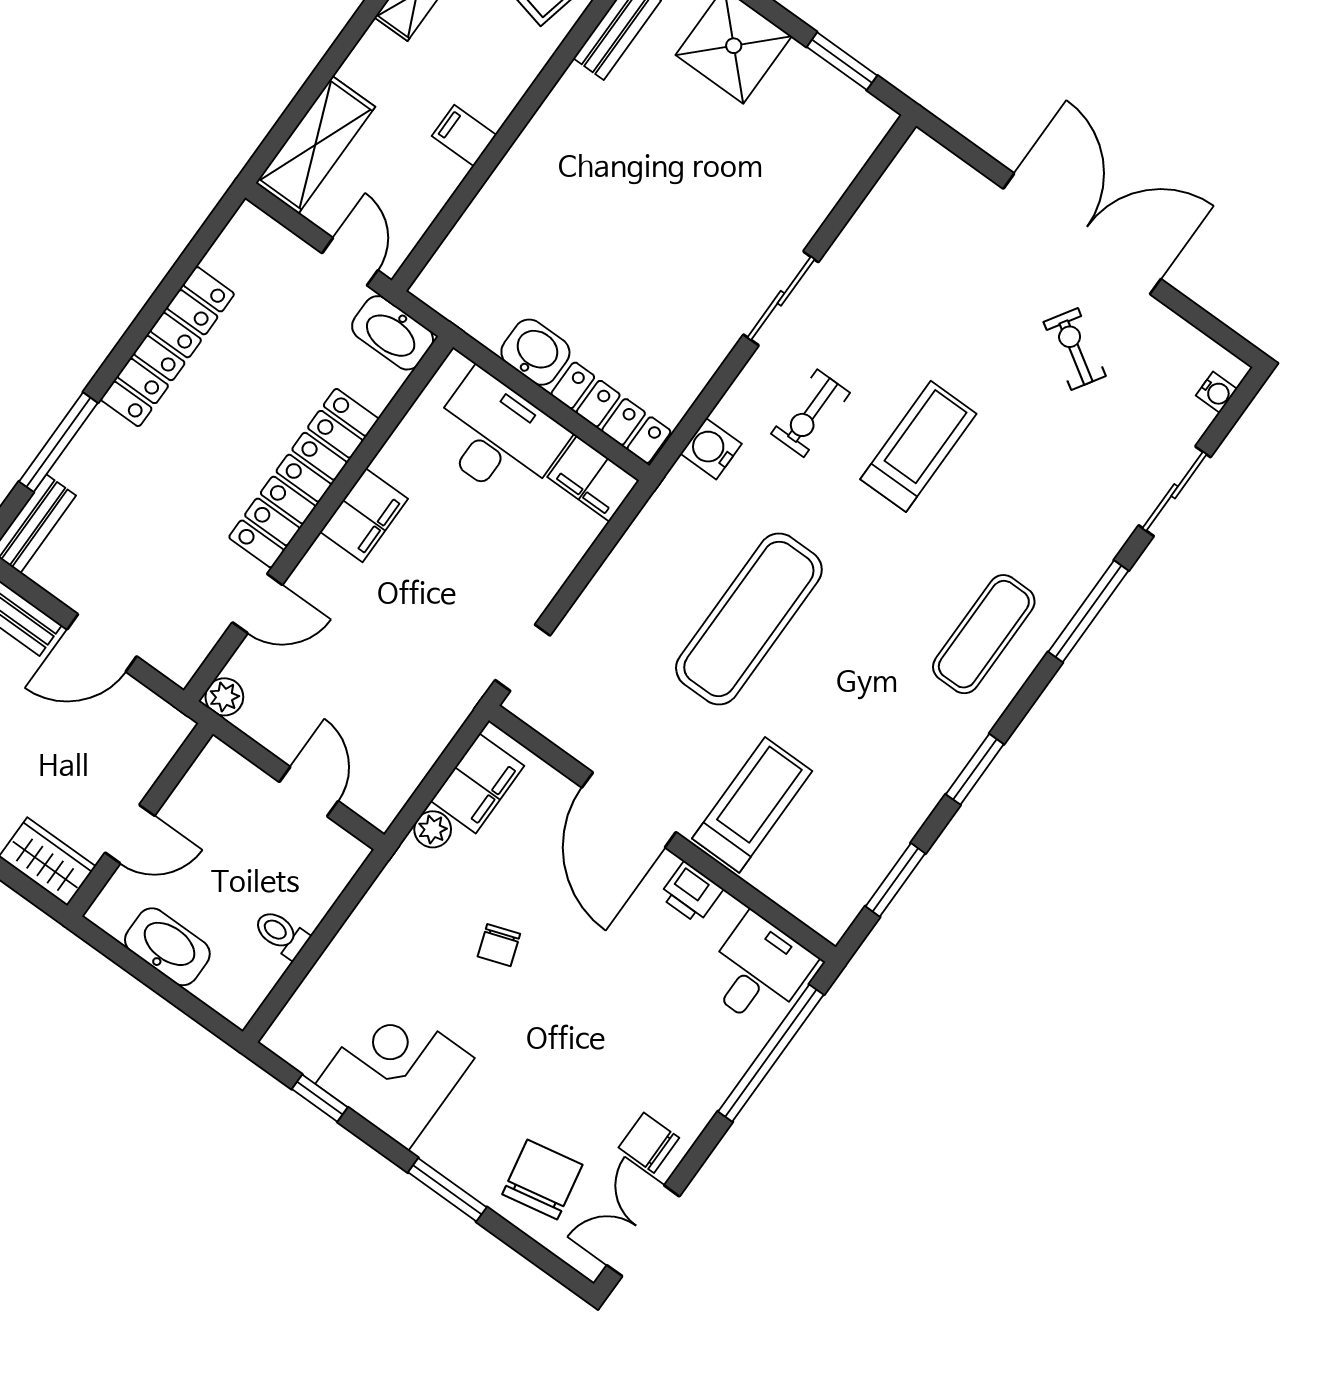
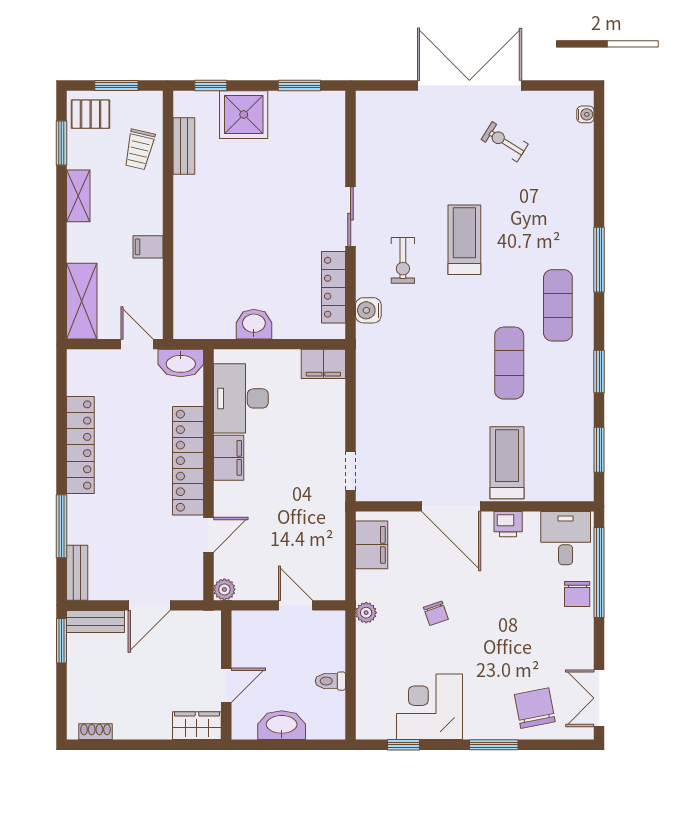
locker: (611, 413) -> (334, 287), moved, turned -90
desk: (497, 437) -> (241, 398), moved, turned -90
sliding door: (1175, 491) -> (599, 175), removed
exercise mat: (749, 619) -> (509, 363), moved, width x0.73, depth x0.69
plant: (433, 829) -> (366, 613), moved
chair: (649, 1143) -> (577, 594), moved, turned -90

